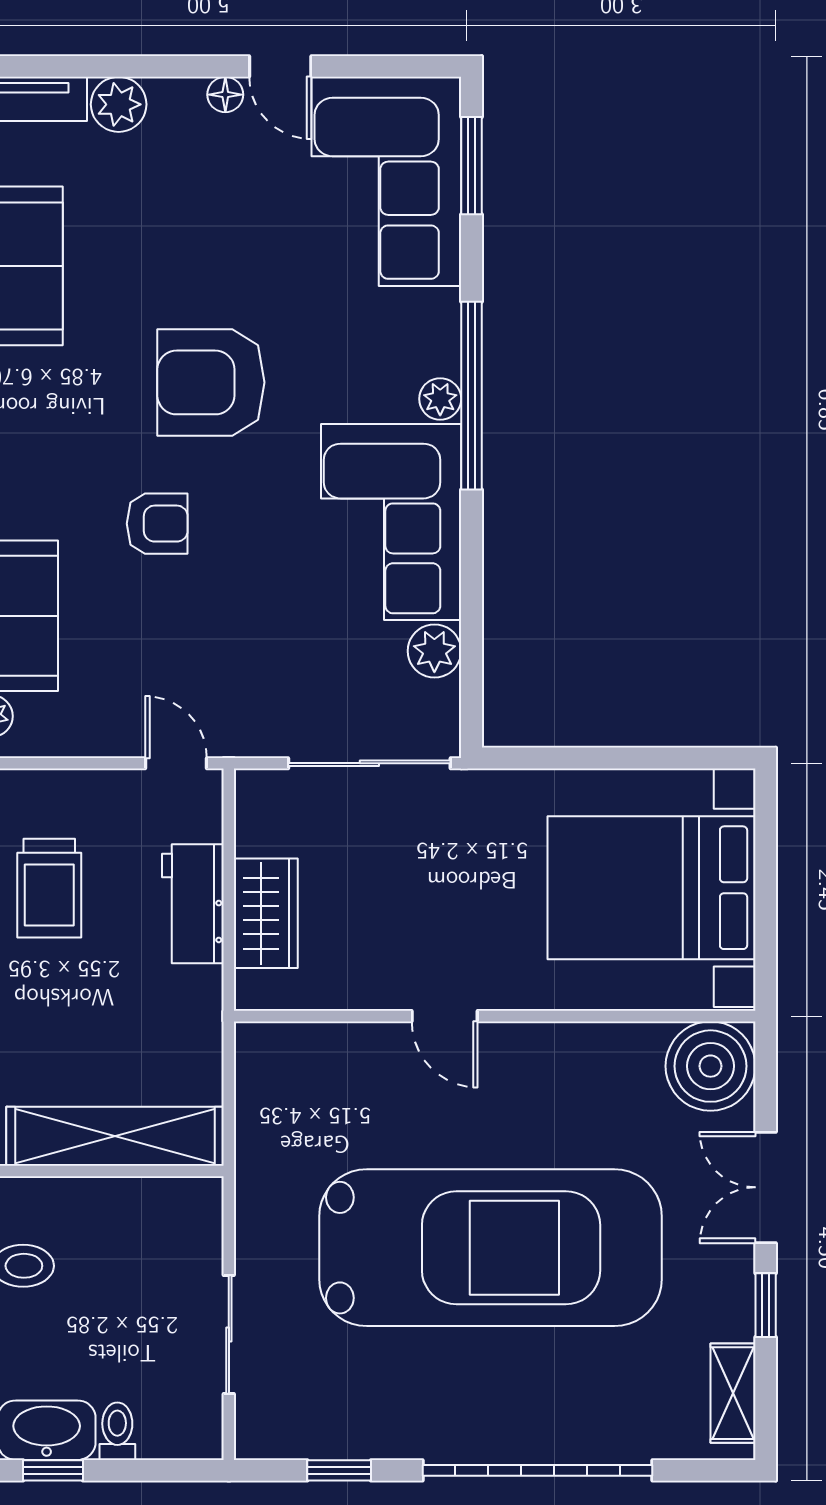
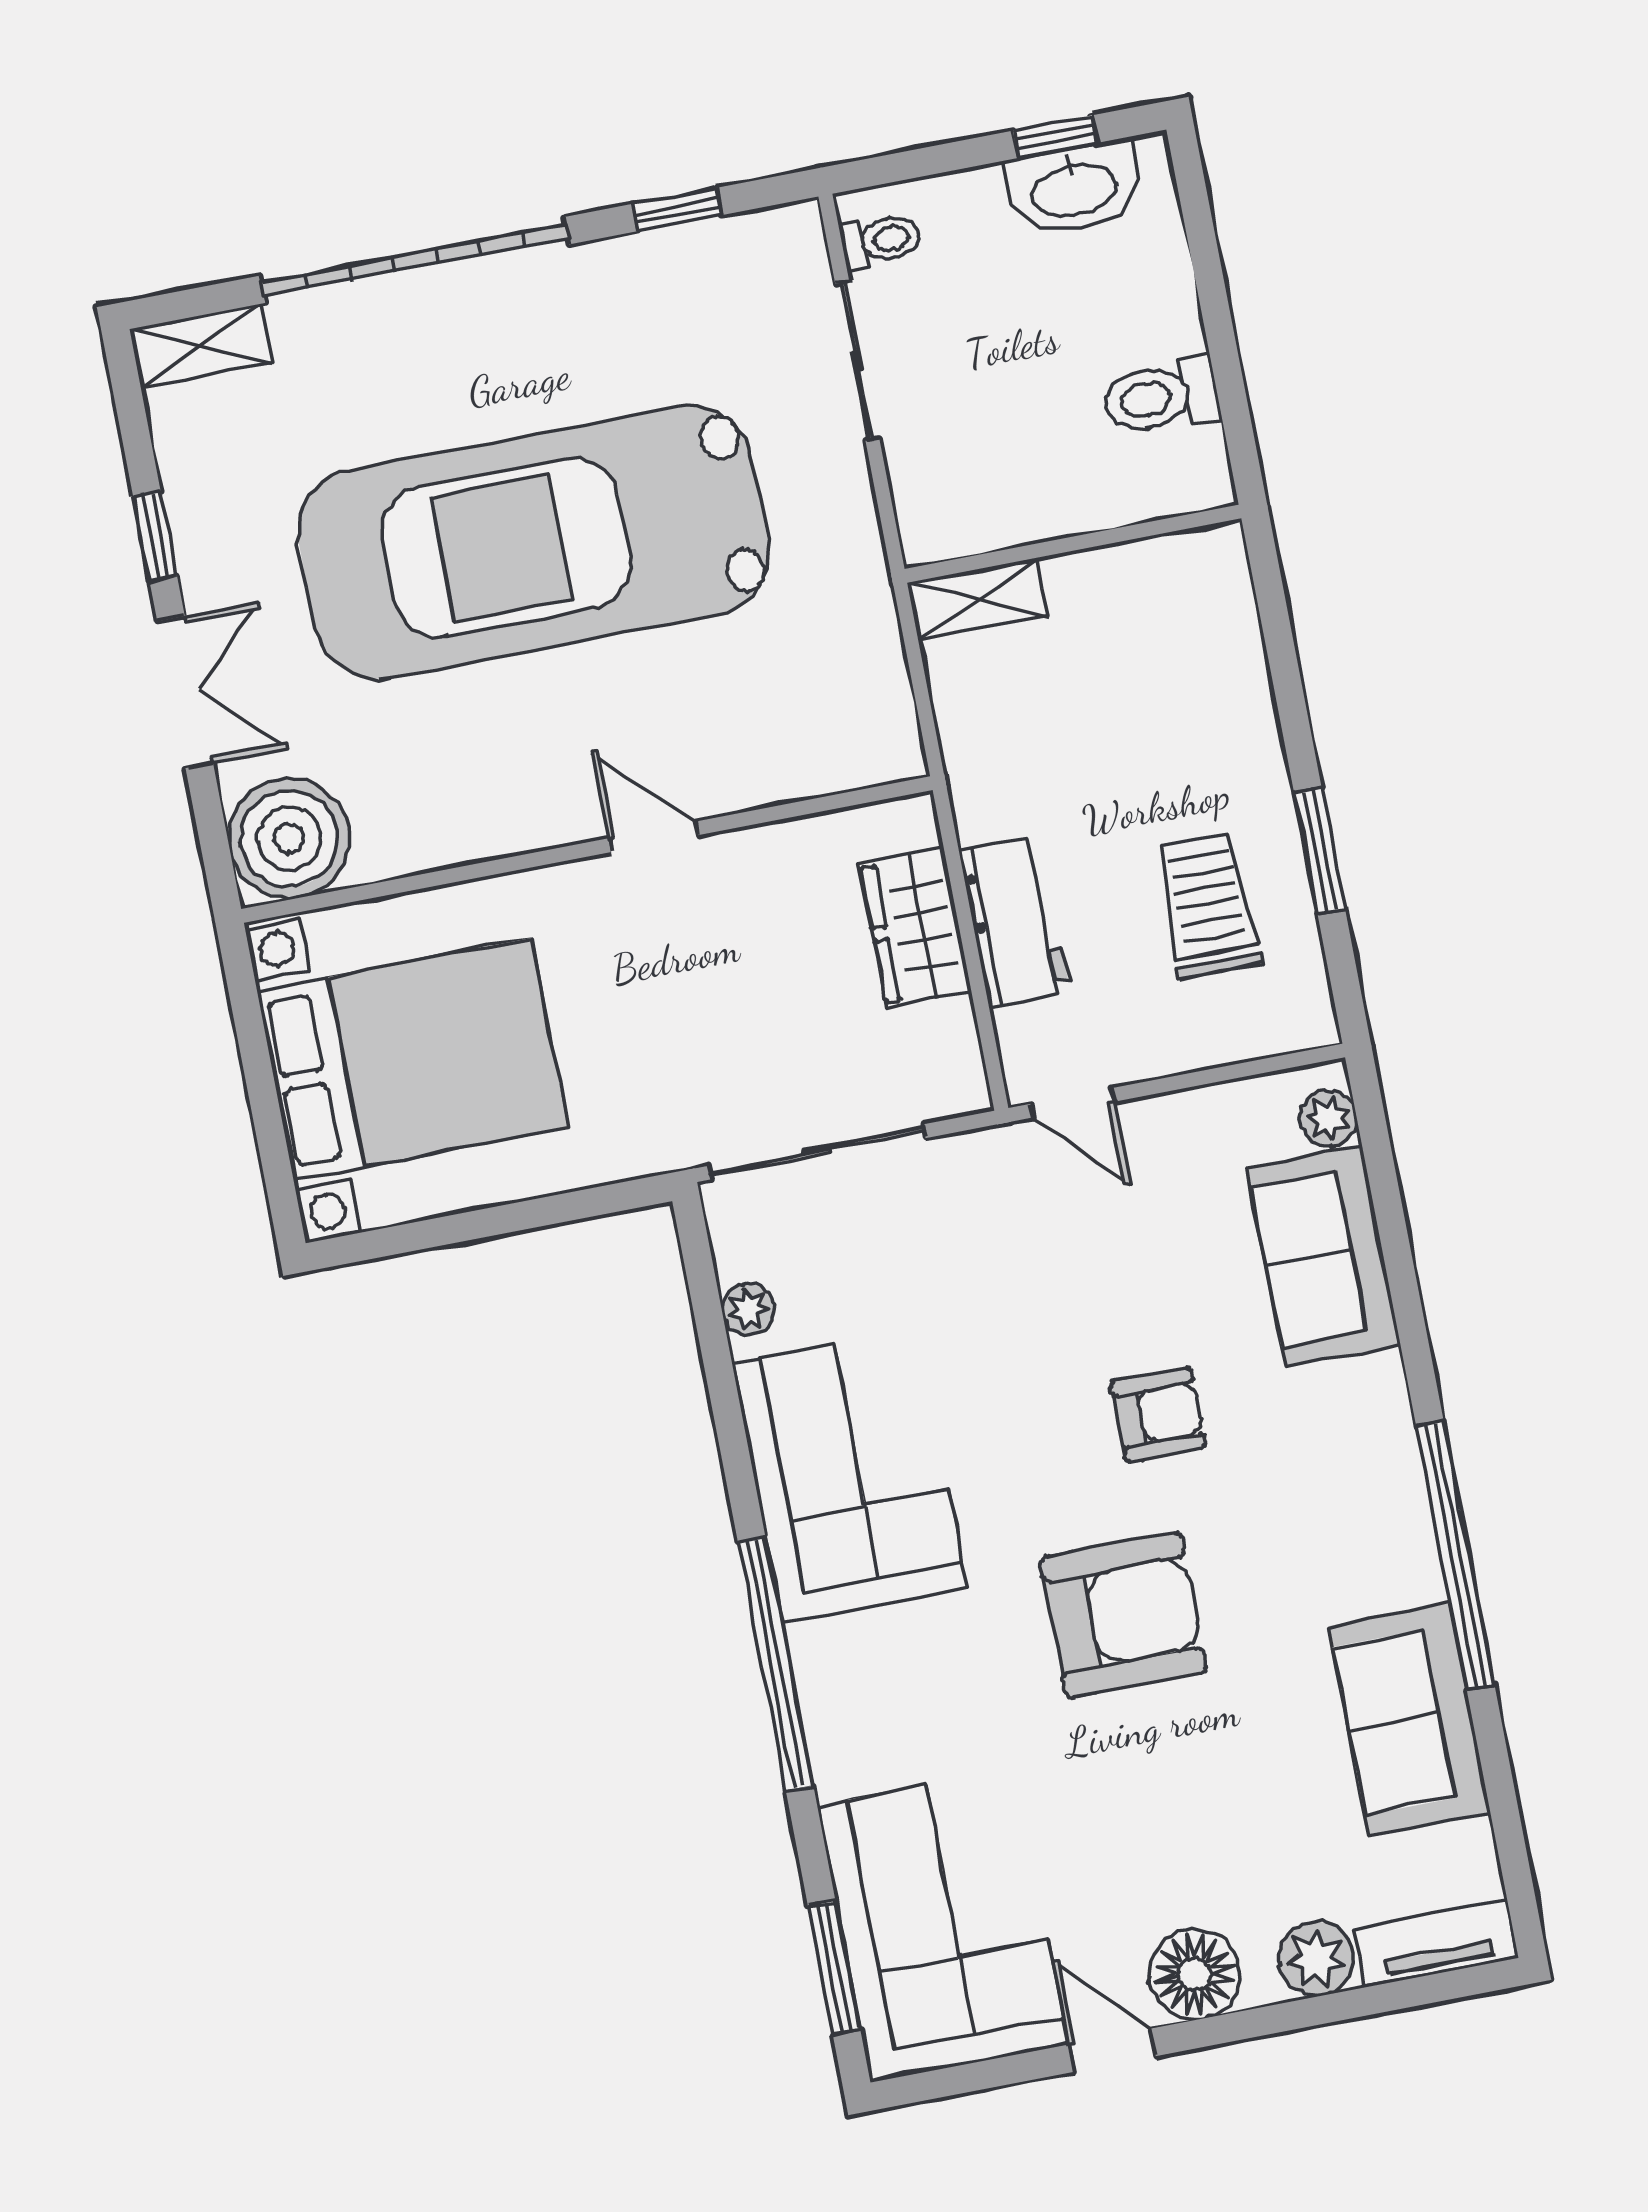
floor lamp: (225, 95) -> (1194, 1974), width x1.89, depth x1.89
plant: (440, 399) -> (816, 1651), removed
armchair: (157, 524) -> (1158, 1415), turned 180
plant: (434, 651) -> (748, 1309), width x0.73, depth x0.73
shelving: (115, 1136) -> (978, 599), width x0.45, depth x0.75
shelving: (733, 1393) -> (201, 346), moved, turned 90
toilet: (117, 1431) -> (881, 240), moved, turned -90

